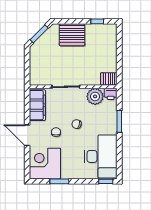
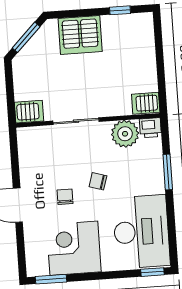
server rack: (38, 79) -> (29, 112), added
filing cabinet: (37, 105) -> (31, 155), removed
corner desk: (45, 164) -> (74, 248), moved
window: (59, 181) -> (51, 279), moved

